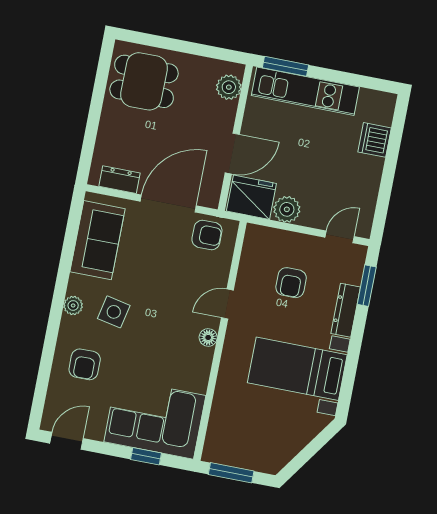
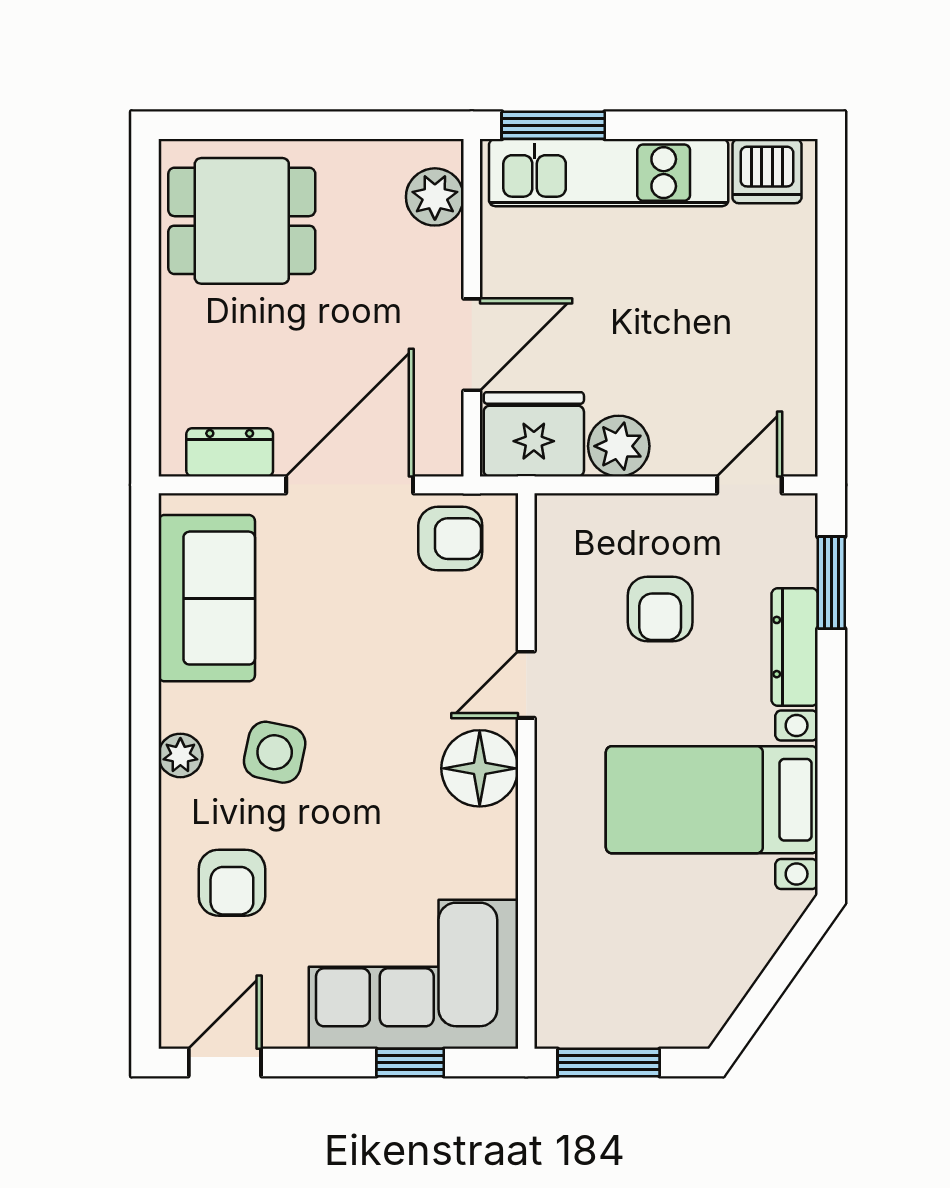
dishwasher: (375, 140) -> (767, 171), moved, turned -90
floor lamp: (208, 337) -> (480, 768), width x1.89, depth x1.89

